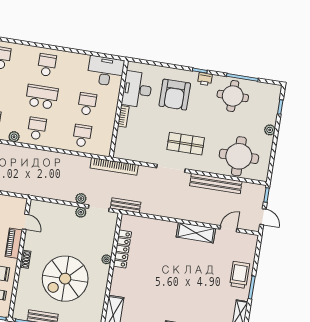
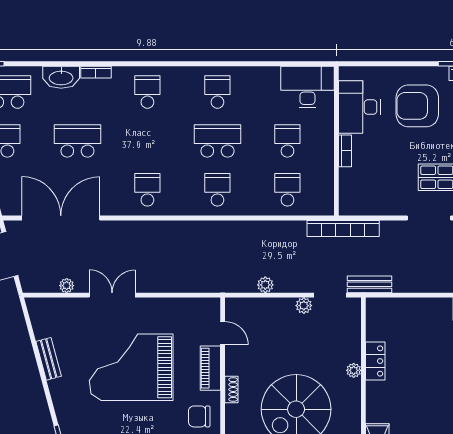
armchair: (175, 95) -> (417, 106), turned 90
plant: (14, 137) -> (185, 208), removed
plant: (81, 198) -> (265, 285), moved
locker: (122, 249) -> (375, 361), width x0.66

